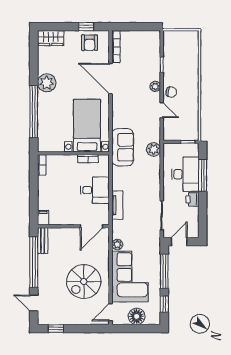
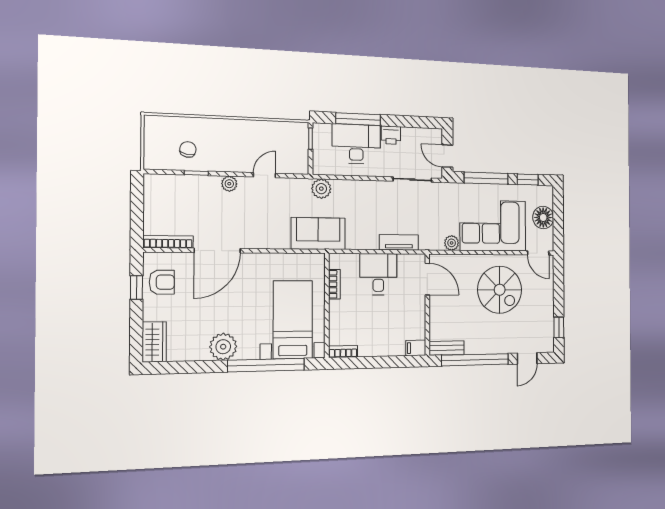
chair: (171, 92) -> (188, 149), moved
bed with nightstands: (87, 126) -> (293, 320), moved, turned 90

